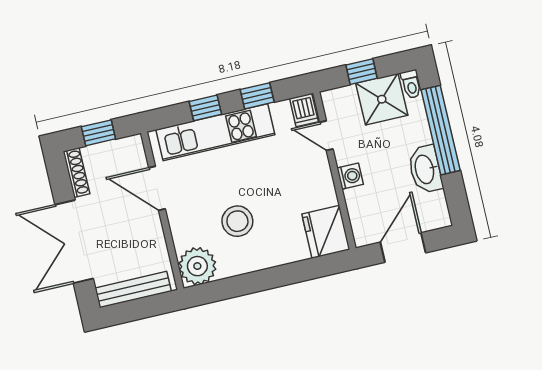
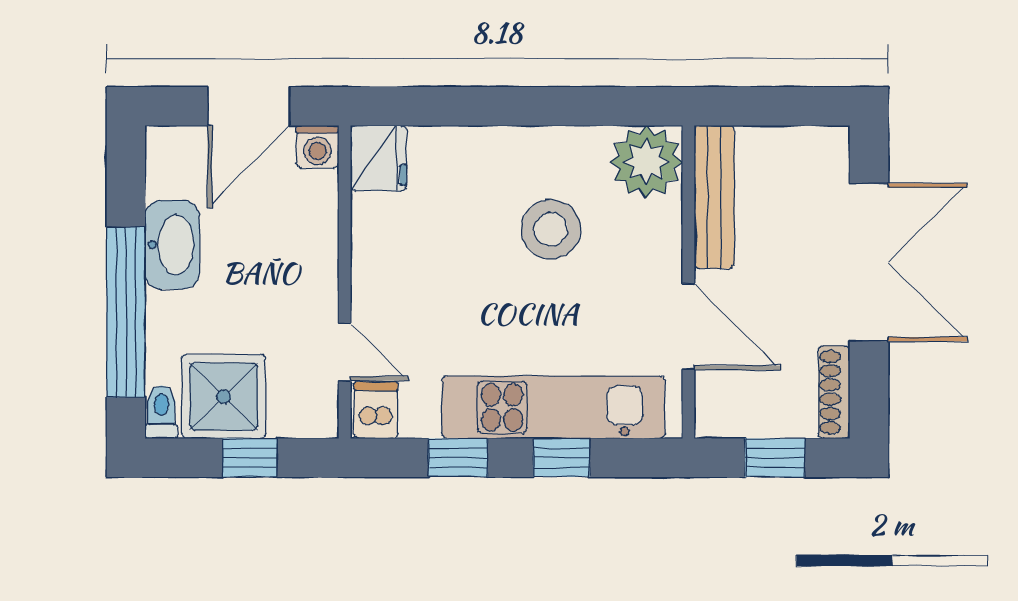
washing machine: (350, 176) -> (317, 147), moved, turned -90
fridge: (326, 232) -> (378, 158), width x0.73, depth x0.75
bench: (133, 290) -> (714, 197), moved, turned 90

